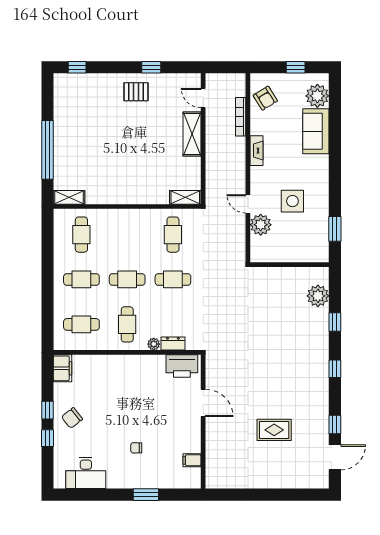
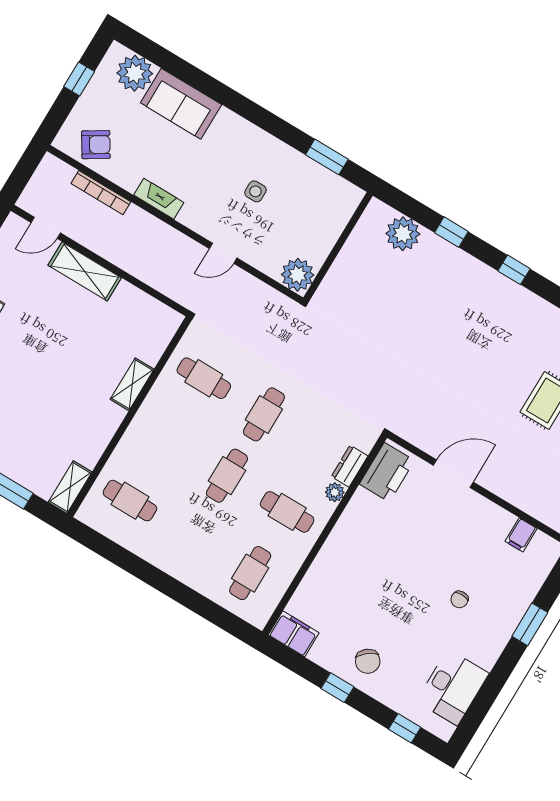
shelving: (185, 197) -> (132, 384), moved
side table: (292, 201) -> (255, 191), width x0.54, depth x0.54
plant: (261, 225) -> (298, 275), moved
cafe table: (81, 279) -> (190, 537), removed
window: (48, 438) -> (405, 728), moved

